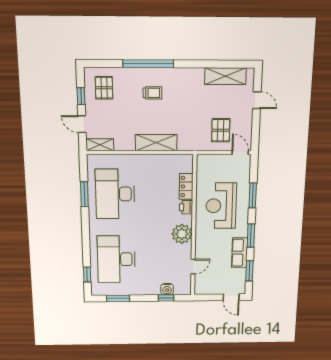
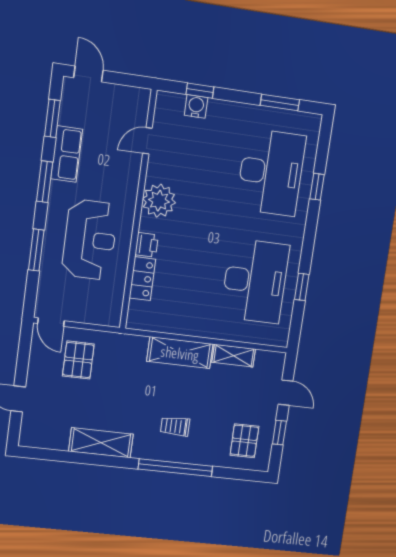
shelving: (225, 76) -> (101, 443), moved
shelving: (100, 145) -> (234, 356), moved
window: (84, 194) -> (302, 287), width x0.67
window: (87, 275) -> (317, 187), moved

